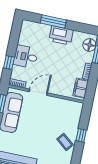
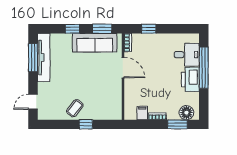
window: (53, 21) -> (204, 68), width x1.46
desk: (26, 57) -> (187, 55), moved, turned 90
filing cabinet: (81, 88) -> (142, 113), width x0.50

